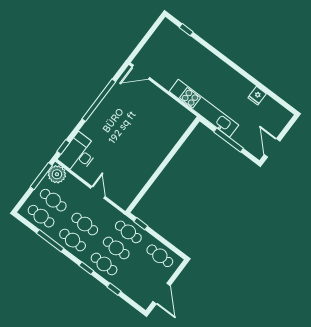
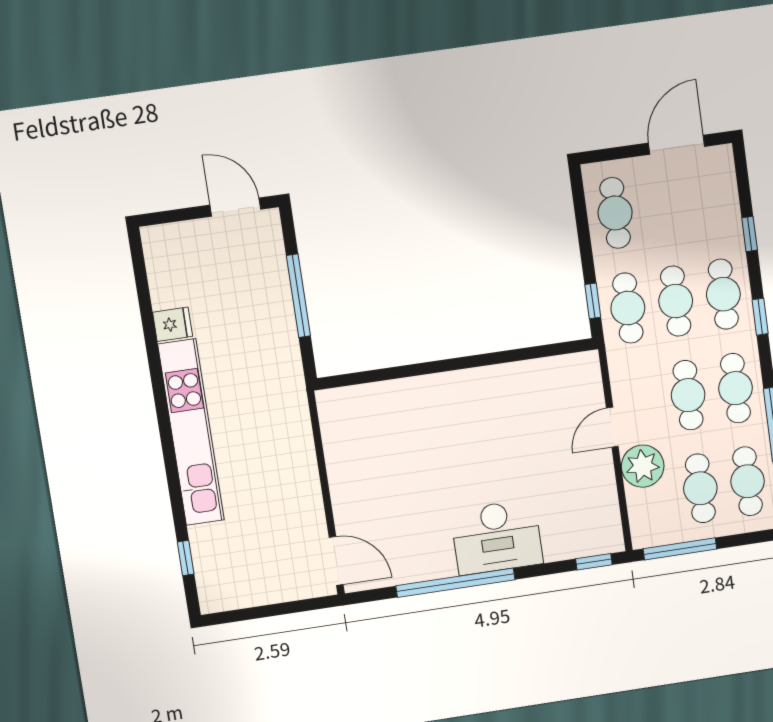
kitchen unit: (204, 108) -> (191, 432), moved, turned 180
door: (272, 148) -> (235, 207), swing flipped
desk: (79, 154) -> (497, 537), moved
plant: (57, 174) -> (643, 466), moved

